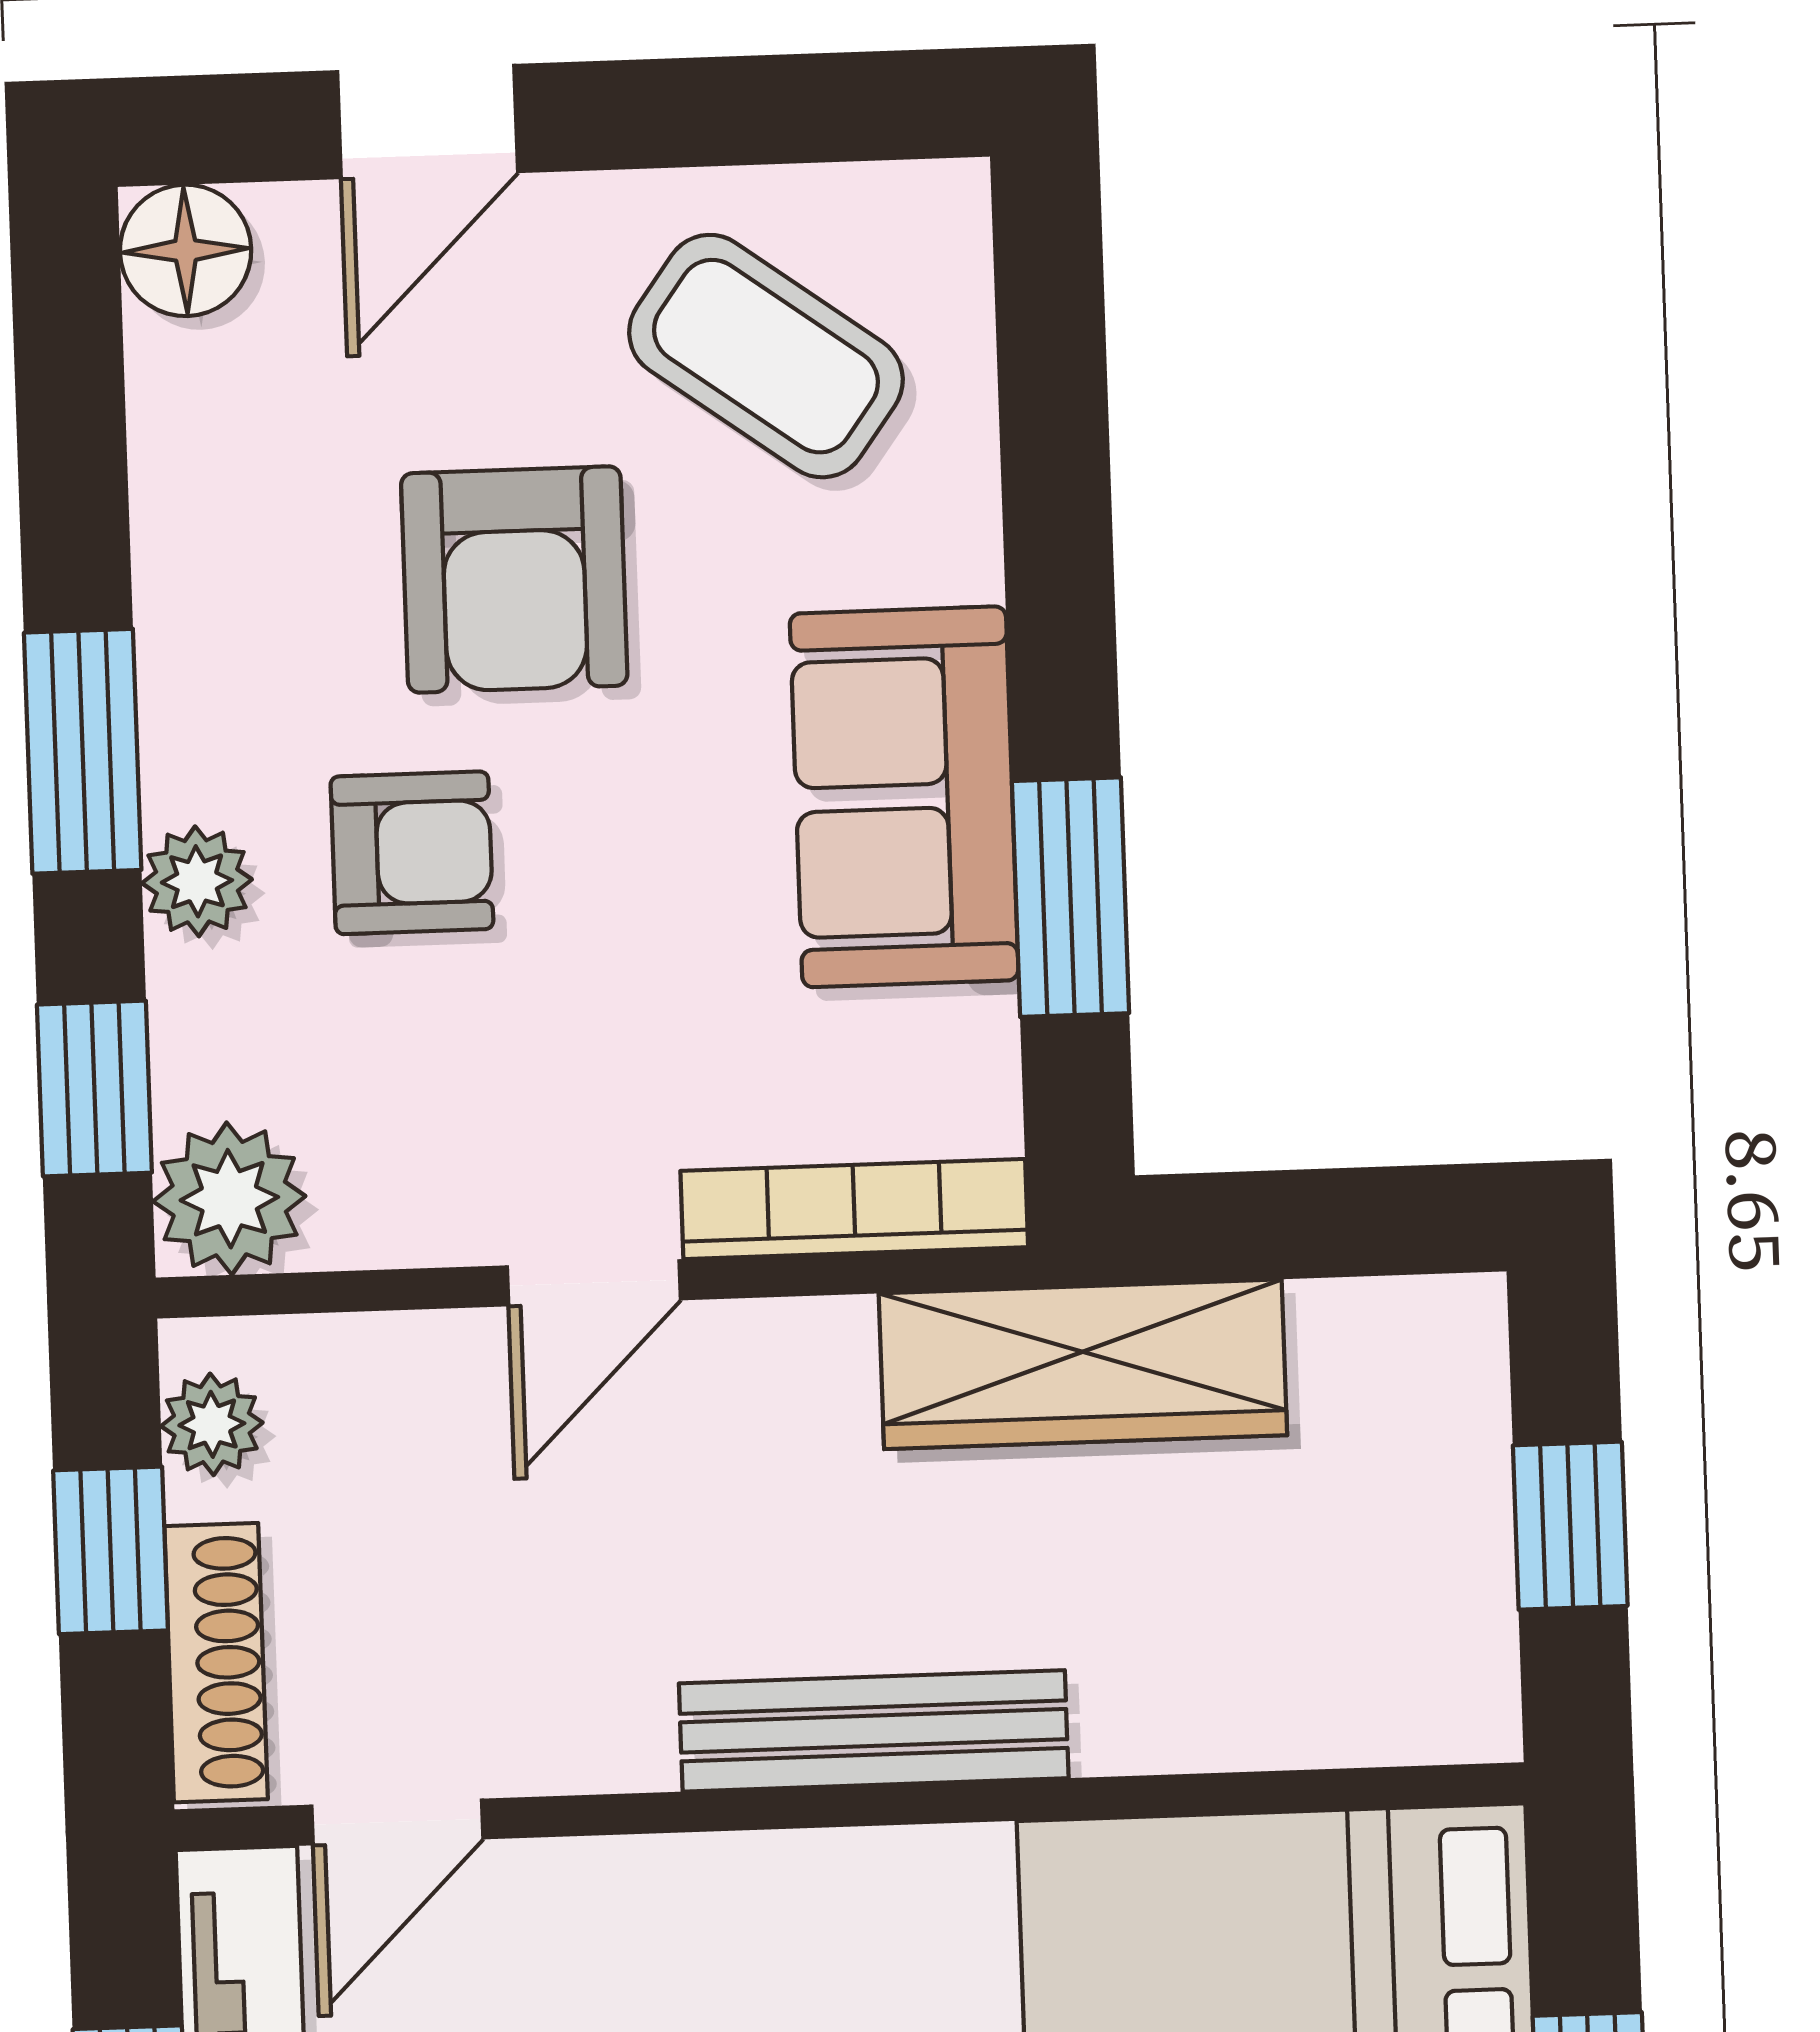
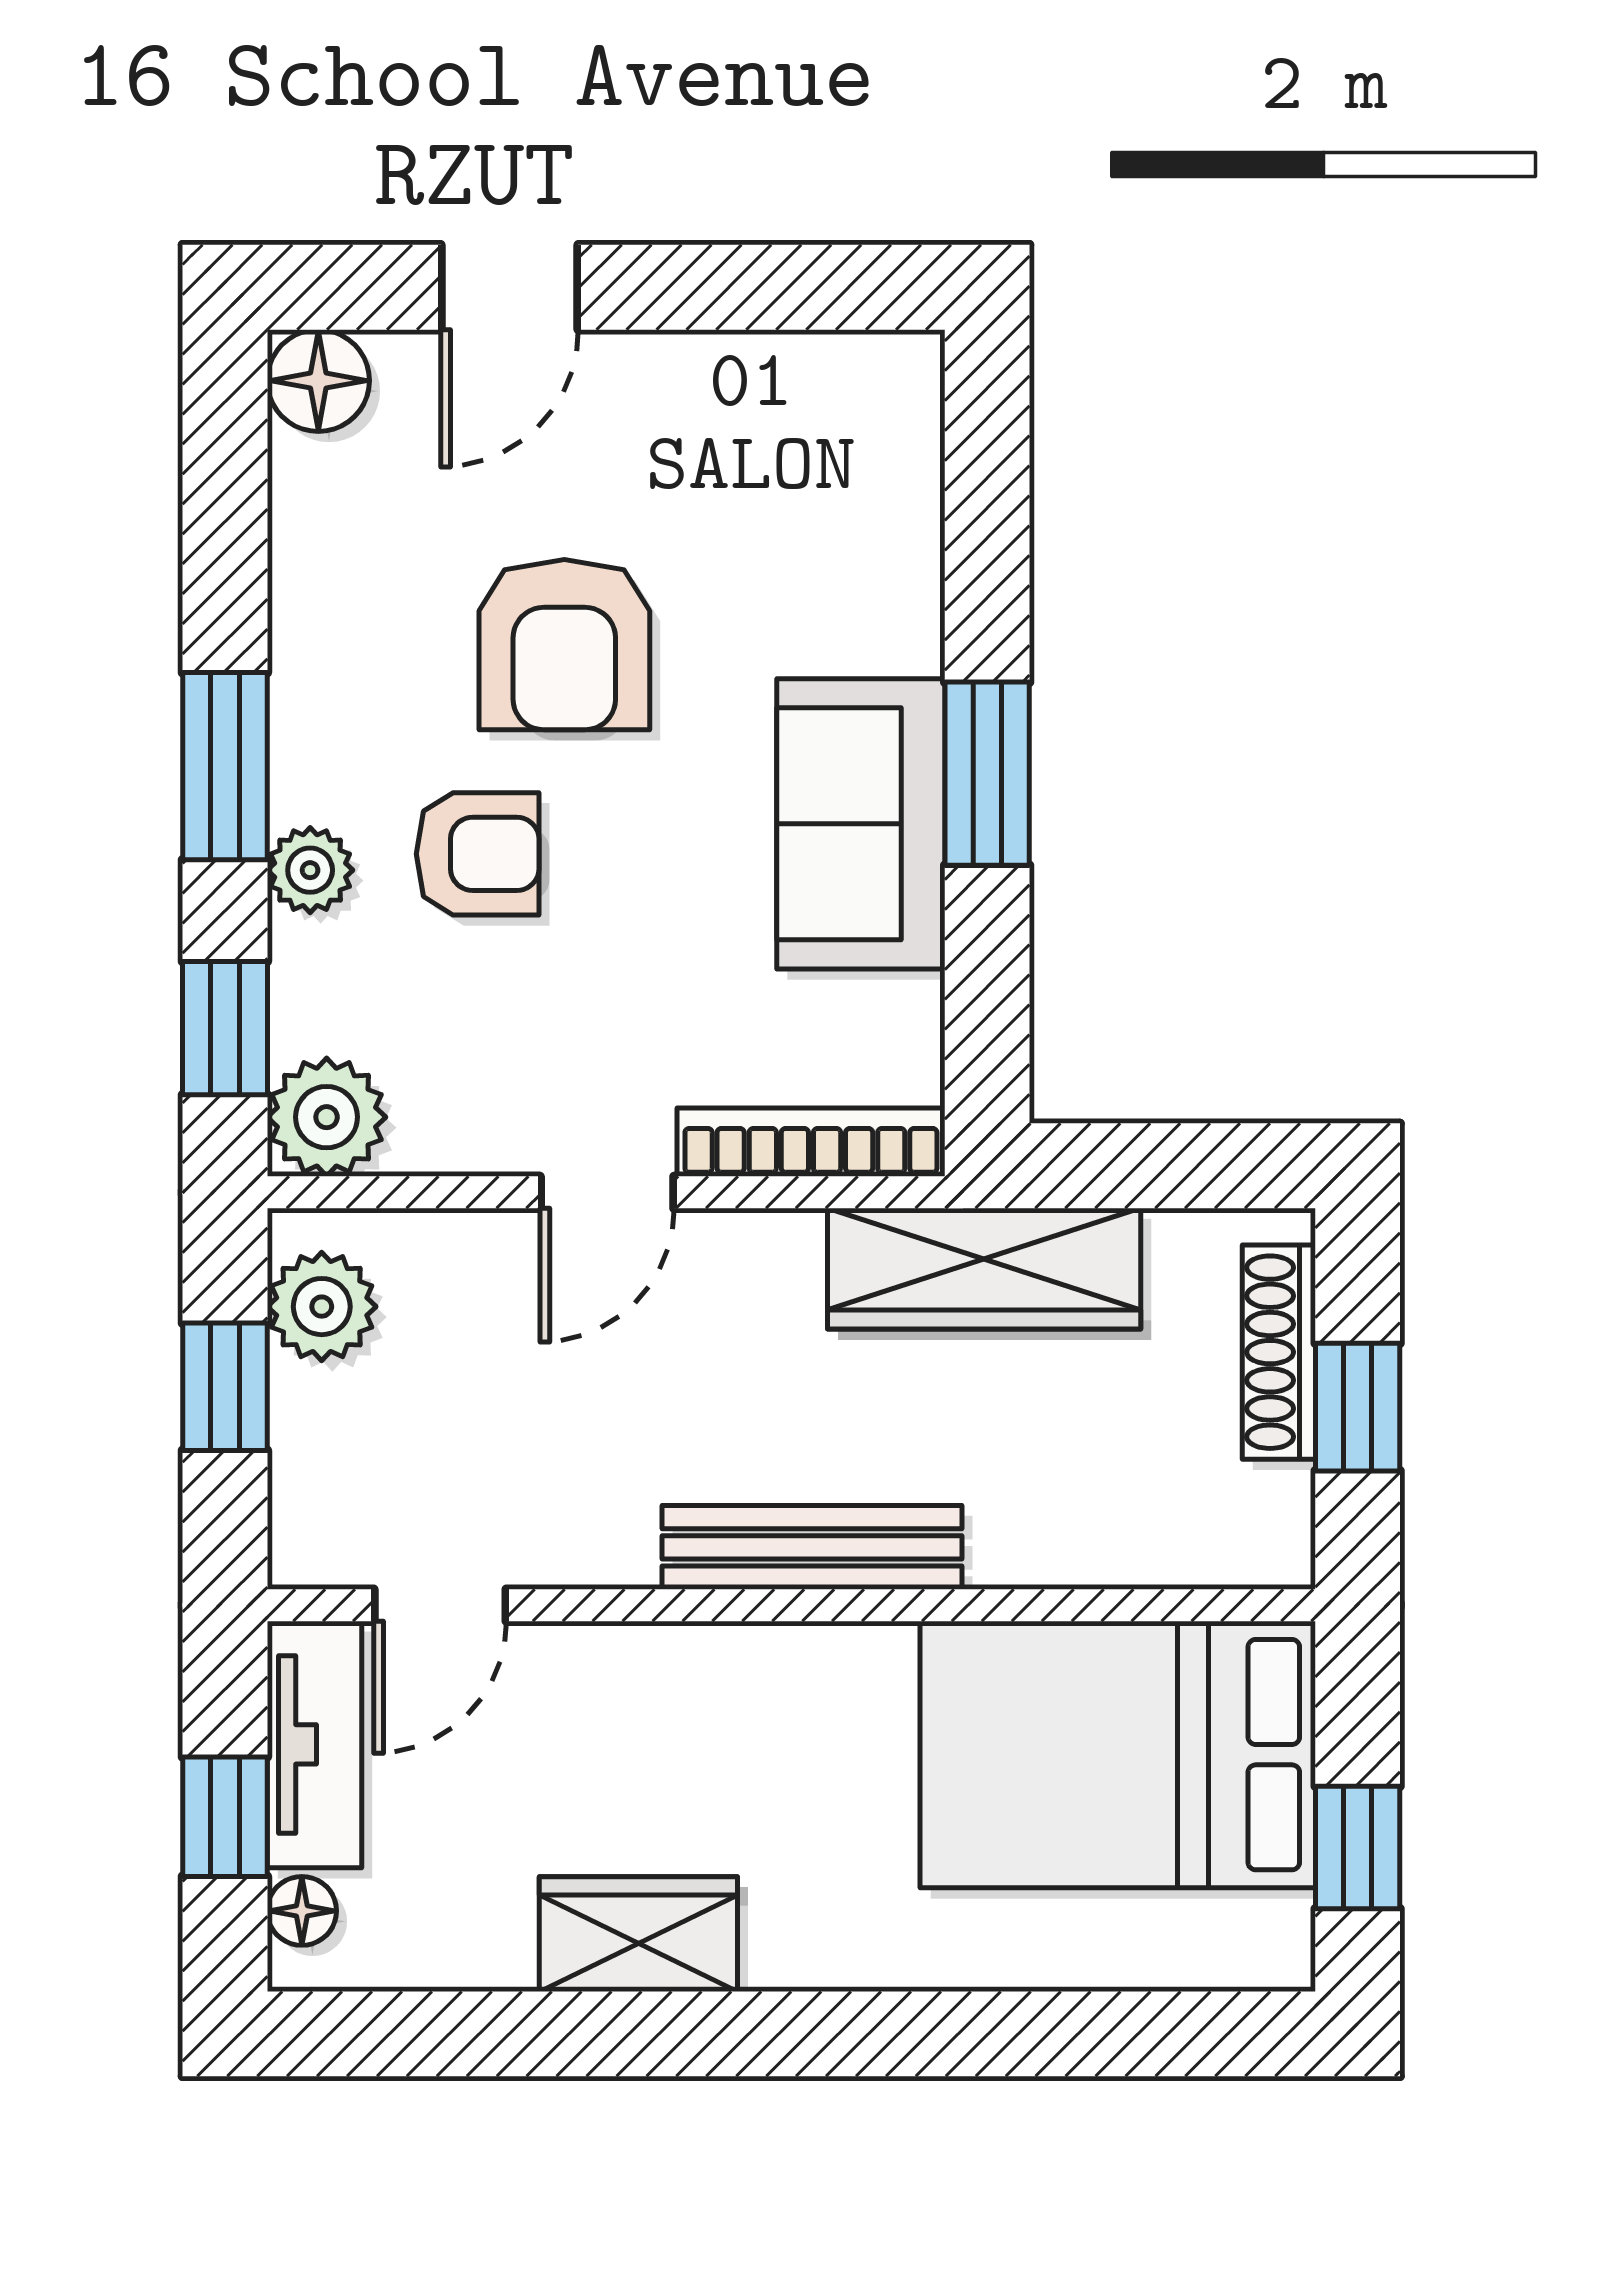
coffee table: (766, 356) -> (766, 478), removed
window: (1071, 897) -> (987, 774), moved
plant: (212, 1424) -> (322, 1307), width x1.38, depth x1.38
shoe rack: (216, 1663) -> (1279, 1352), moved, turned 180

